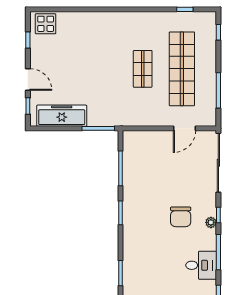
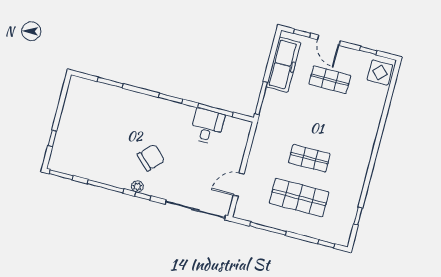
shop shelf: (64, 69) -> (330, 80), added
shop shelf: (182, 69) -> (299, 198), width x0.71
door: (28, 79) -> (329, 40), hinge flipped
door: (184, 128) -> (239, 185), hinge flipped
chair: (181, 217) -> (151, 158), turned 134
desk: (201, 265) -> (207, 126), moved, turned 180

